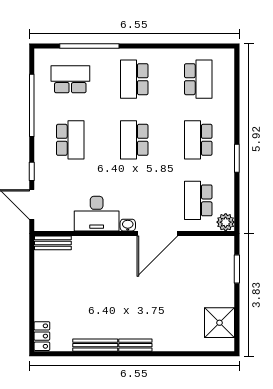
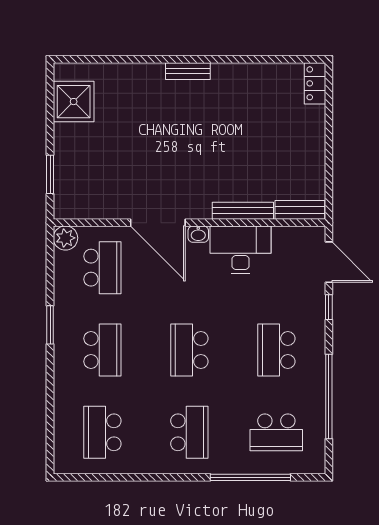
school desk: (134, 140) -> (189, 350), turned 180
door: (157, 234) -> (158, 223), swing flipped
bench: (95, 345) -> (243, 211), moved

